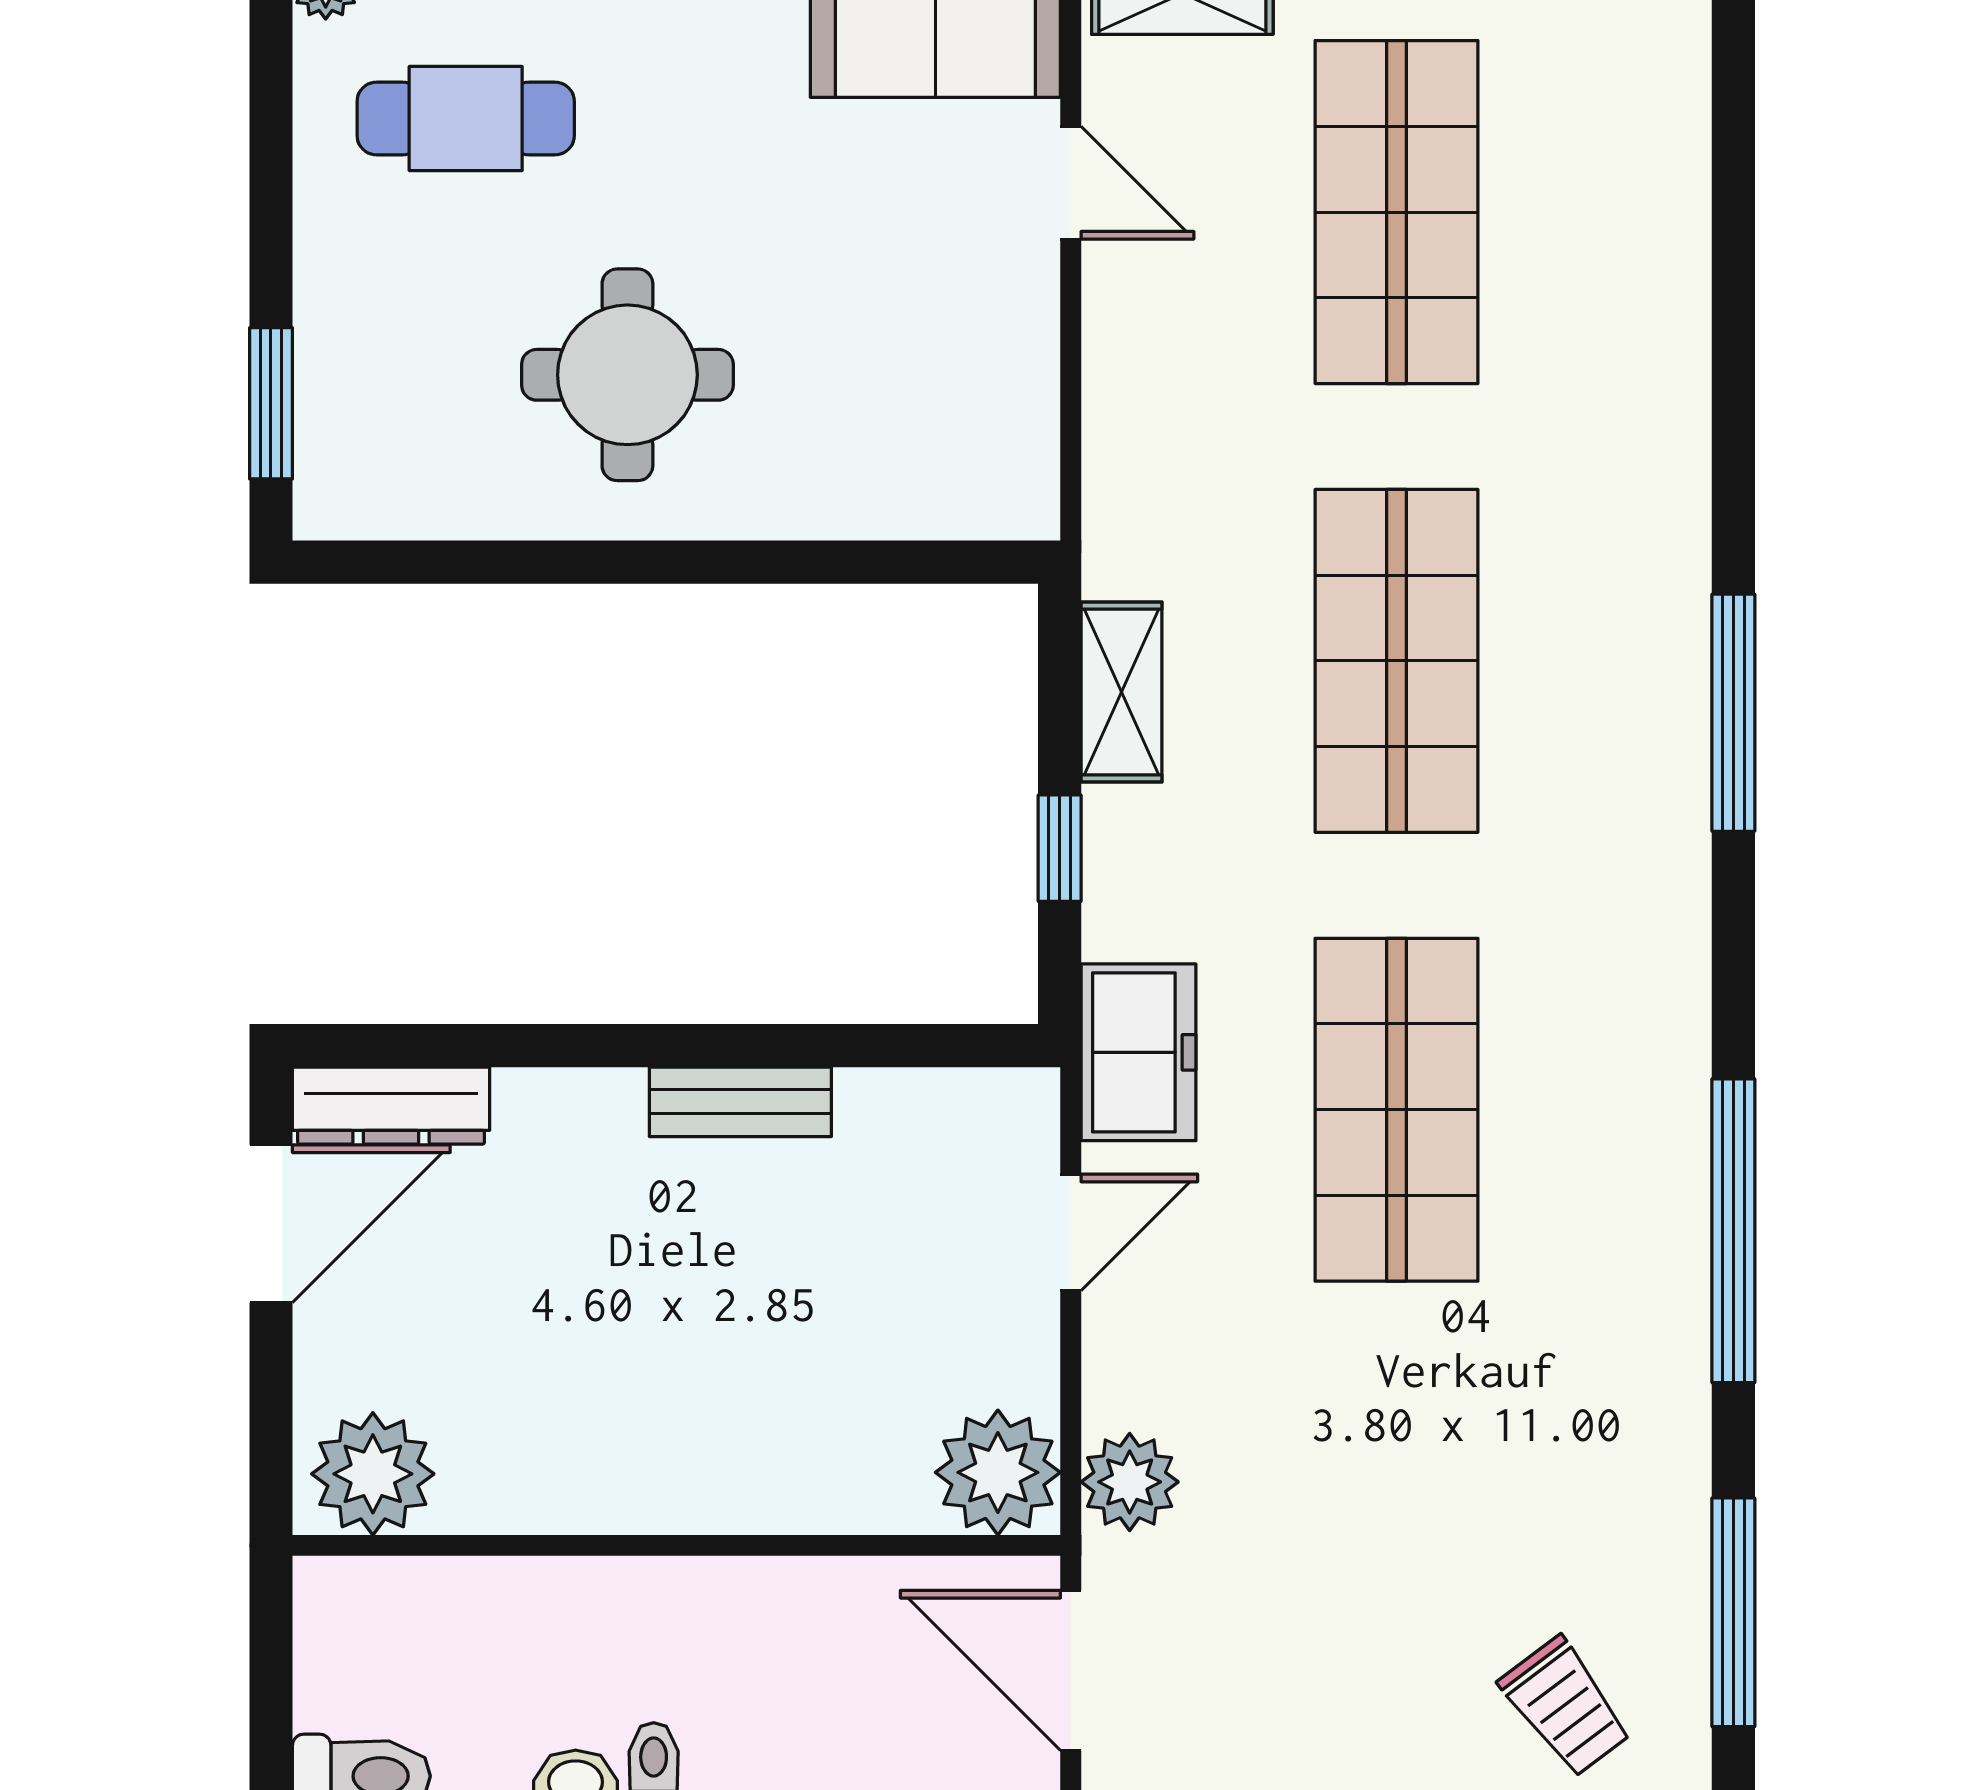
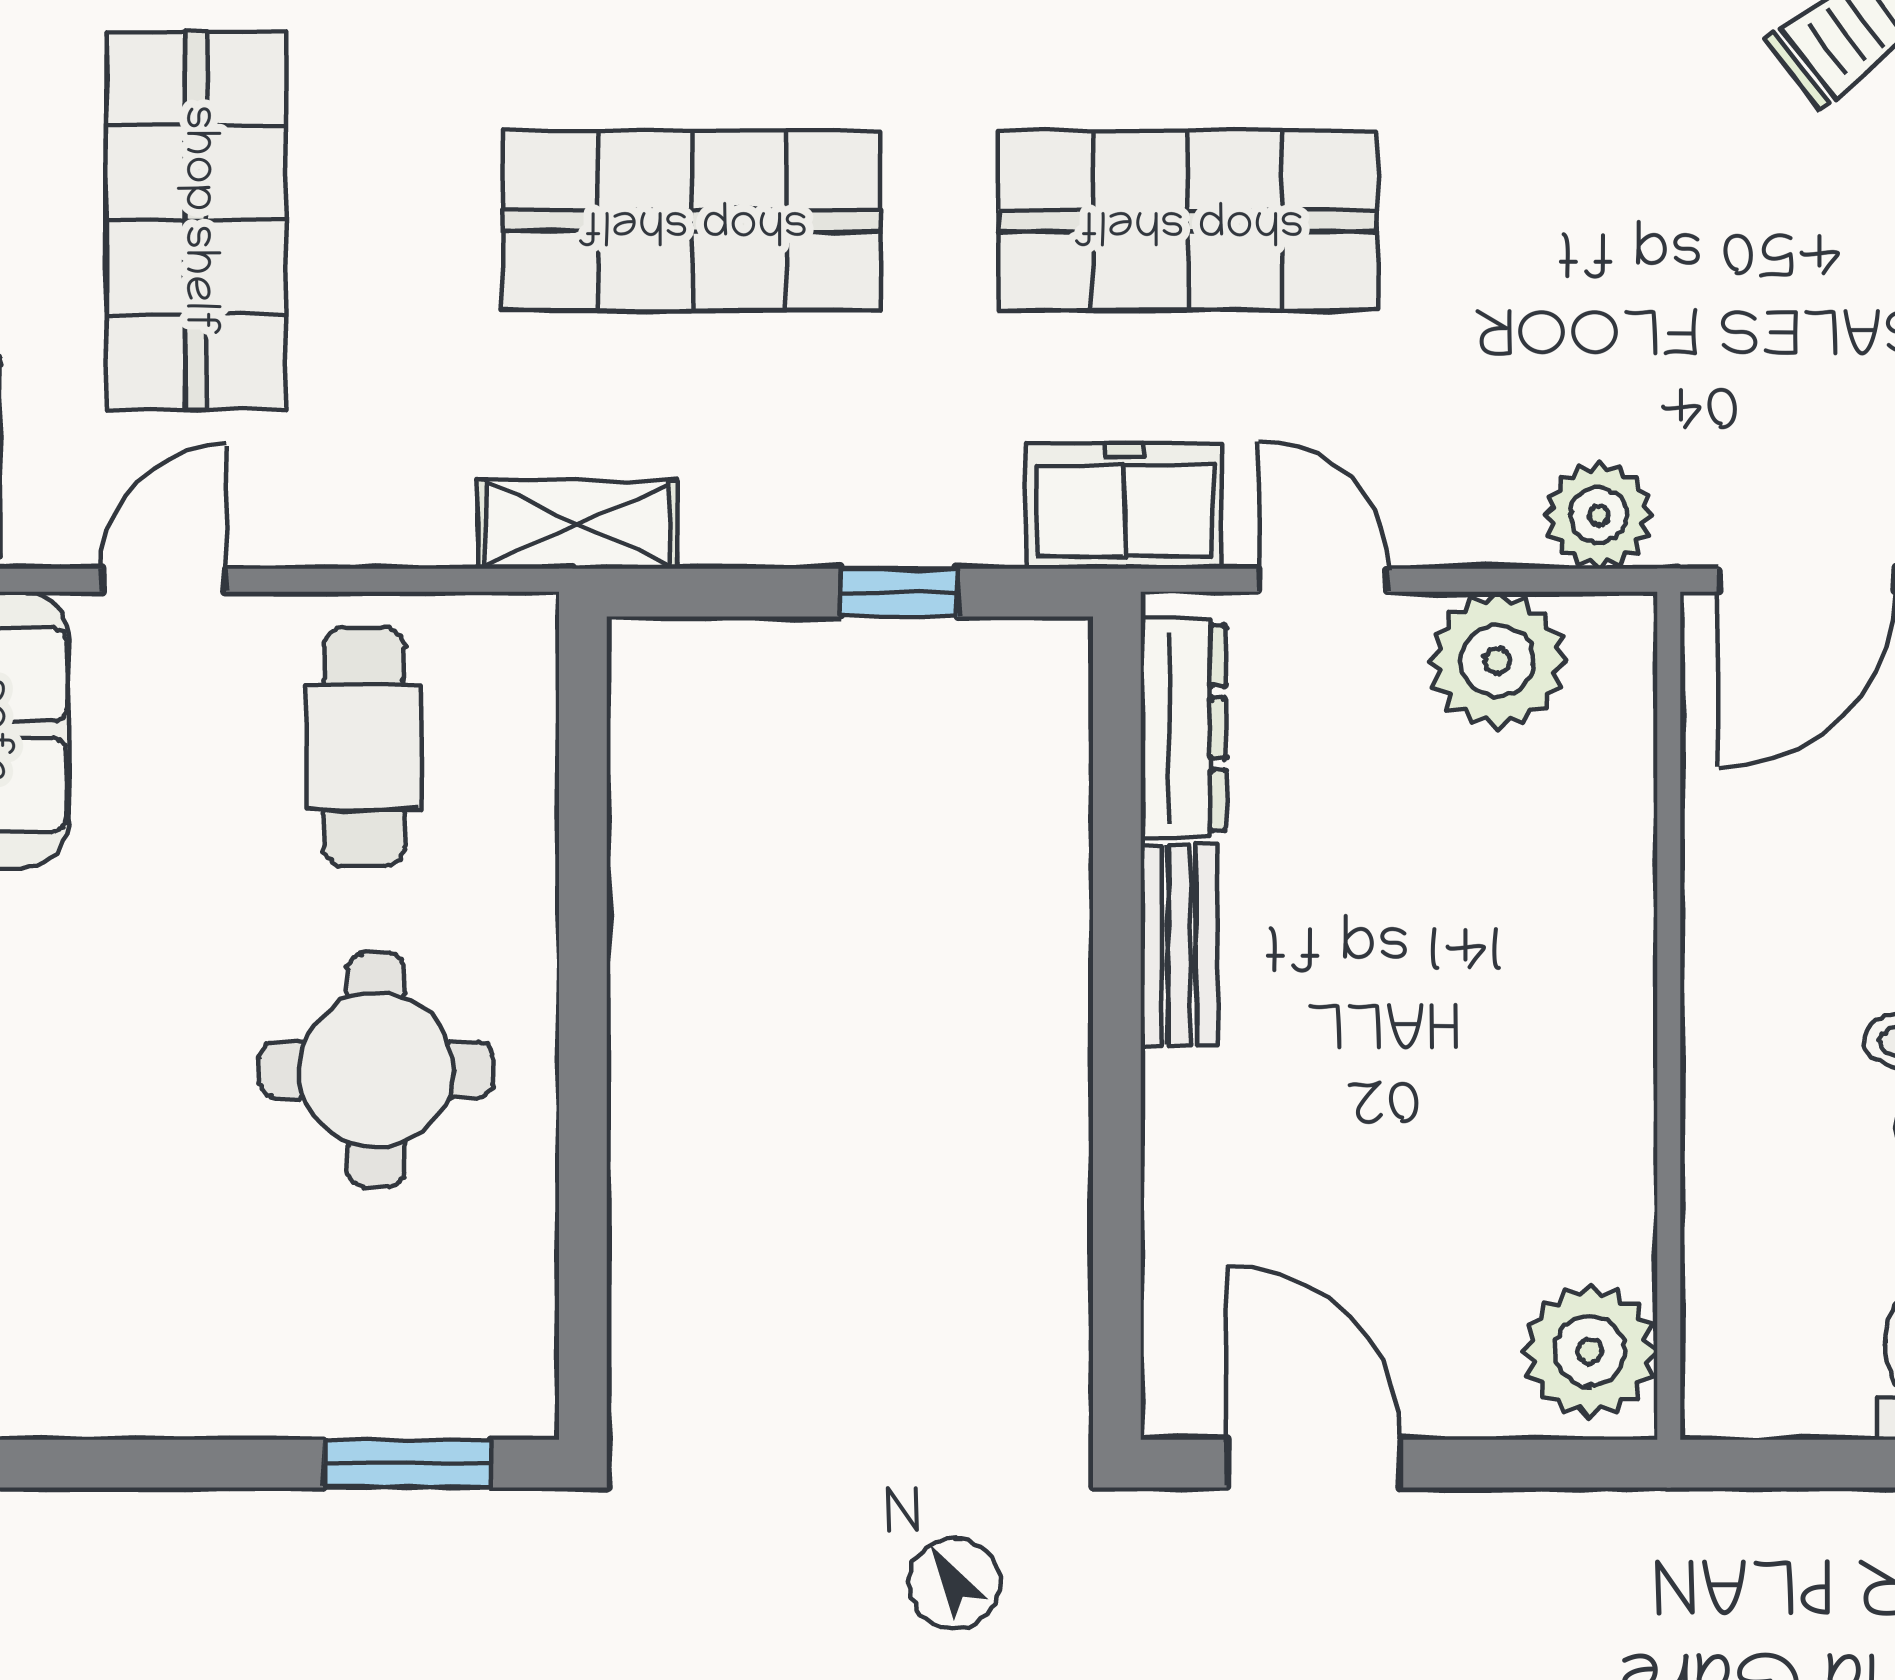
cafe table: (466, 118) -> (364, 747), moved
shop shelf: (1396, 212) -> (196, 221), turned 90
shelving: (1122, 692) -> (577, 524), moved
dresser: (391, 1106) -> (1183, 728), moved
plant: (998, 1472) -> (1498, 661), moved

